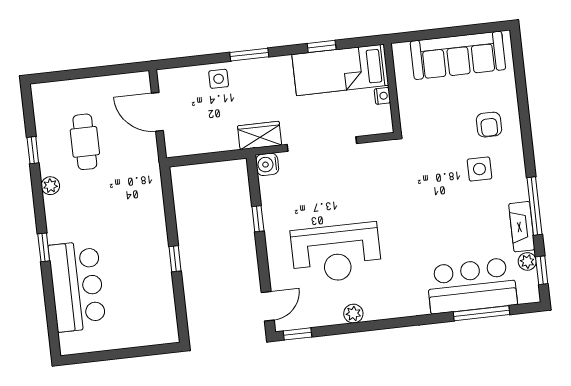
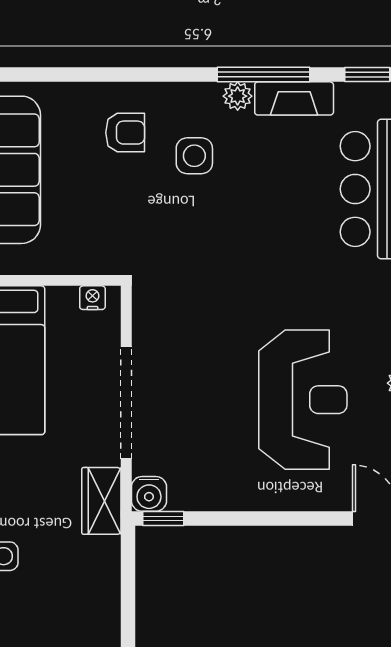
nightstand: (382, 96) -> (92, 298), moved
window: (258, 219) -> (163, 518), moved
plant: (527, 261) -> (238, 96), moved

